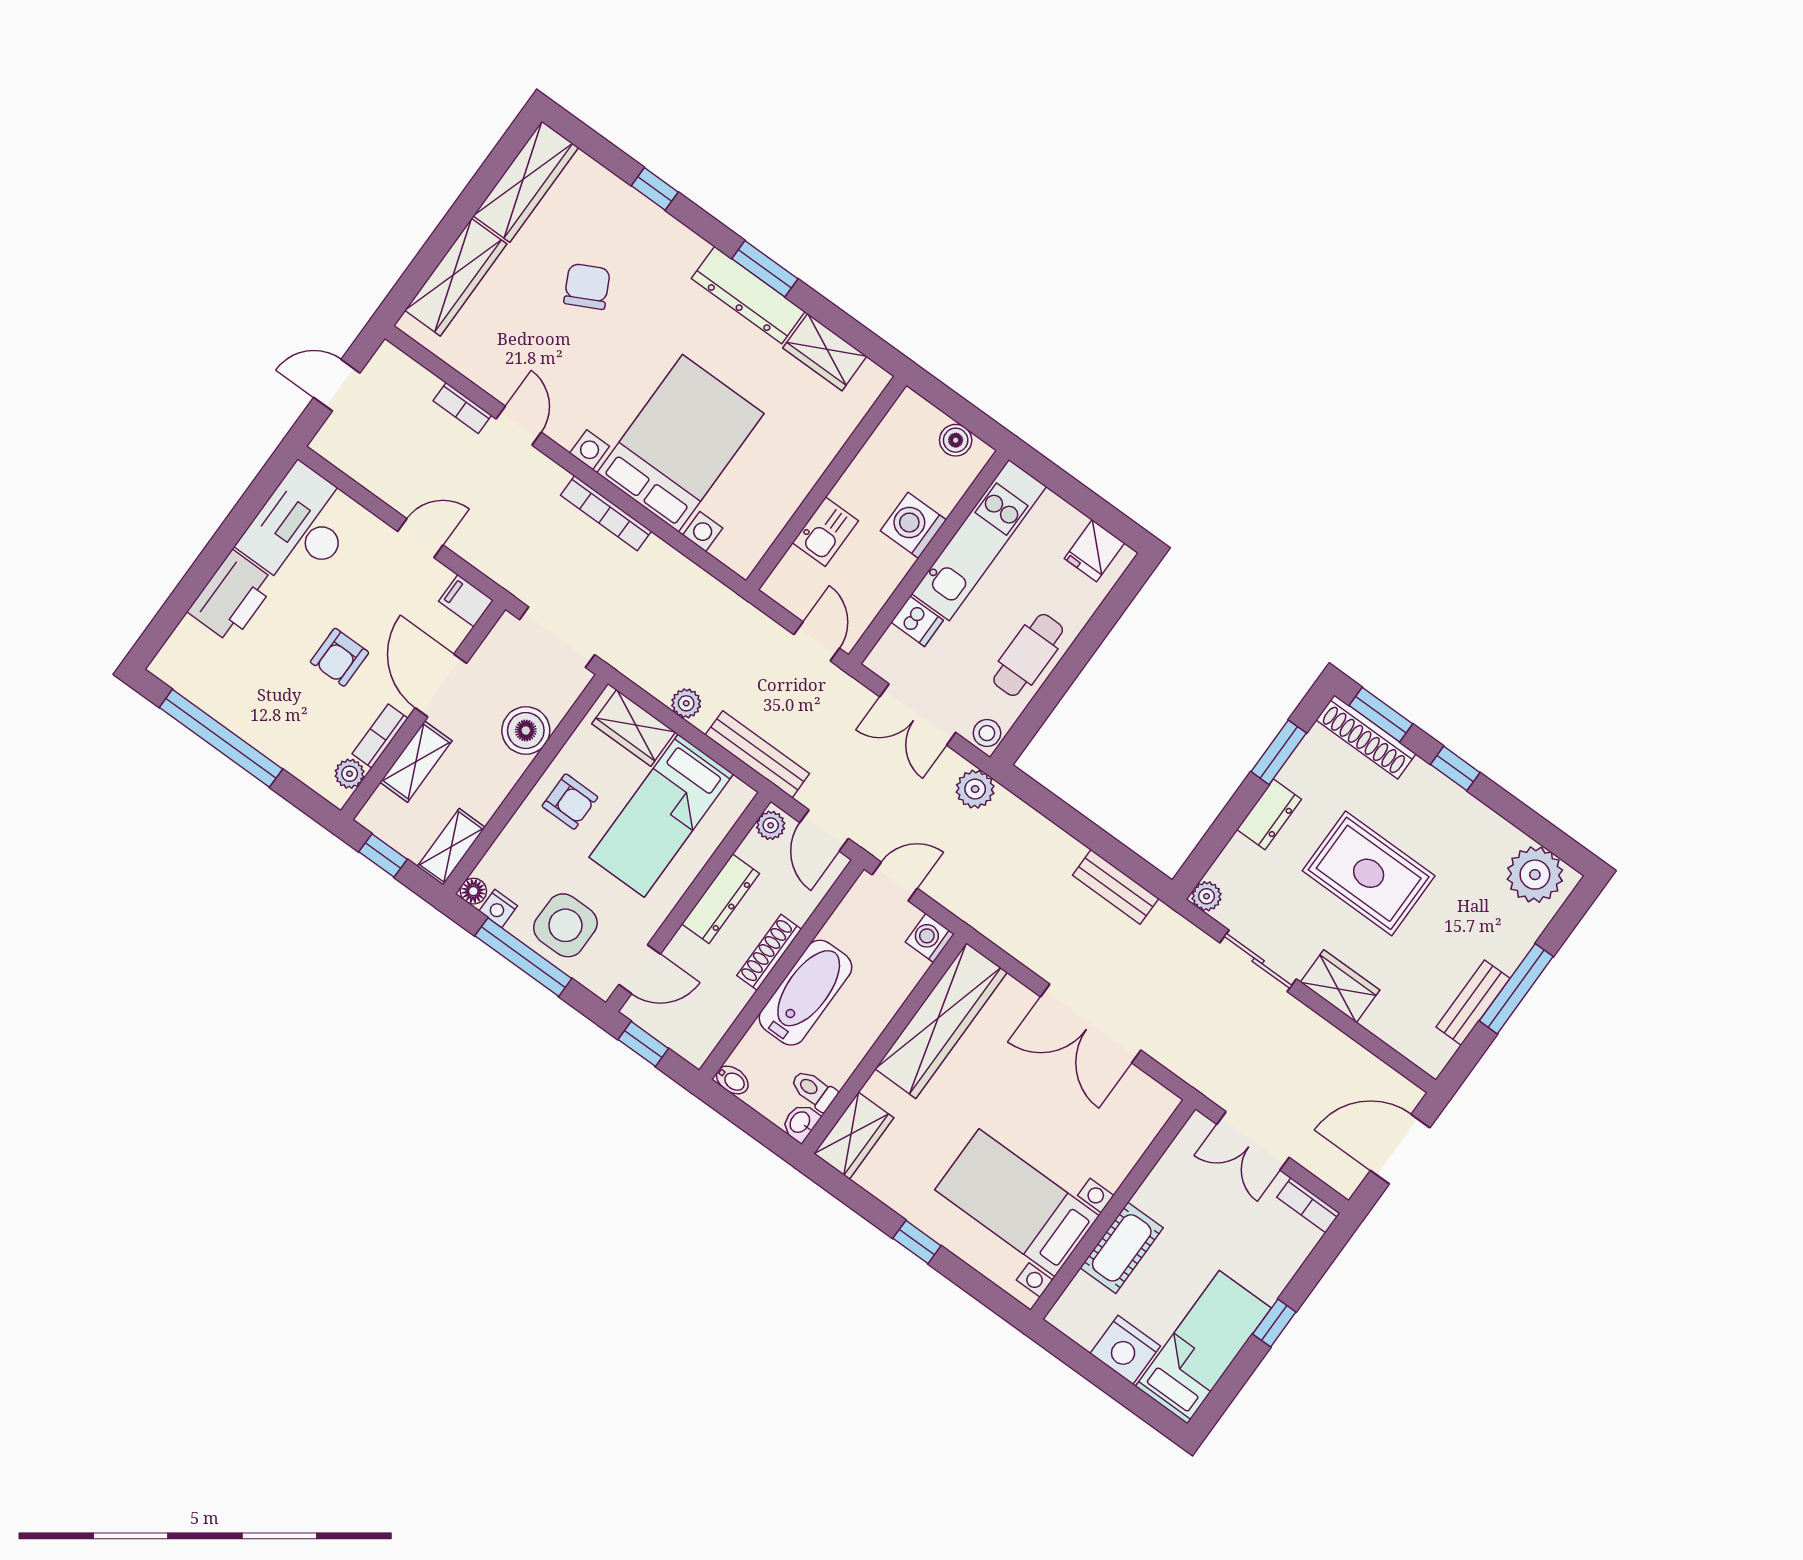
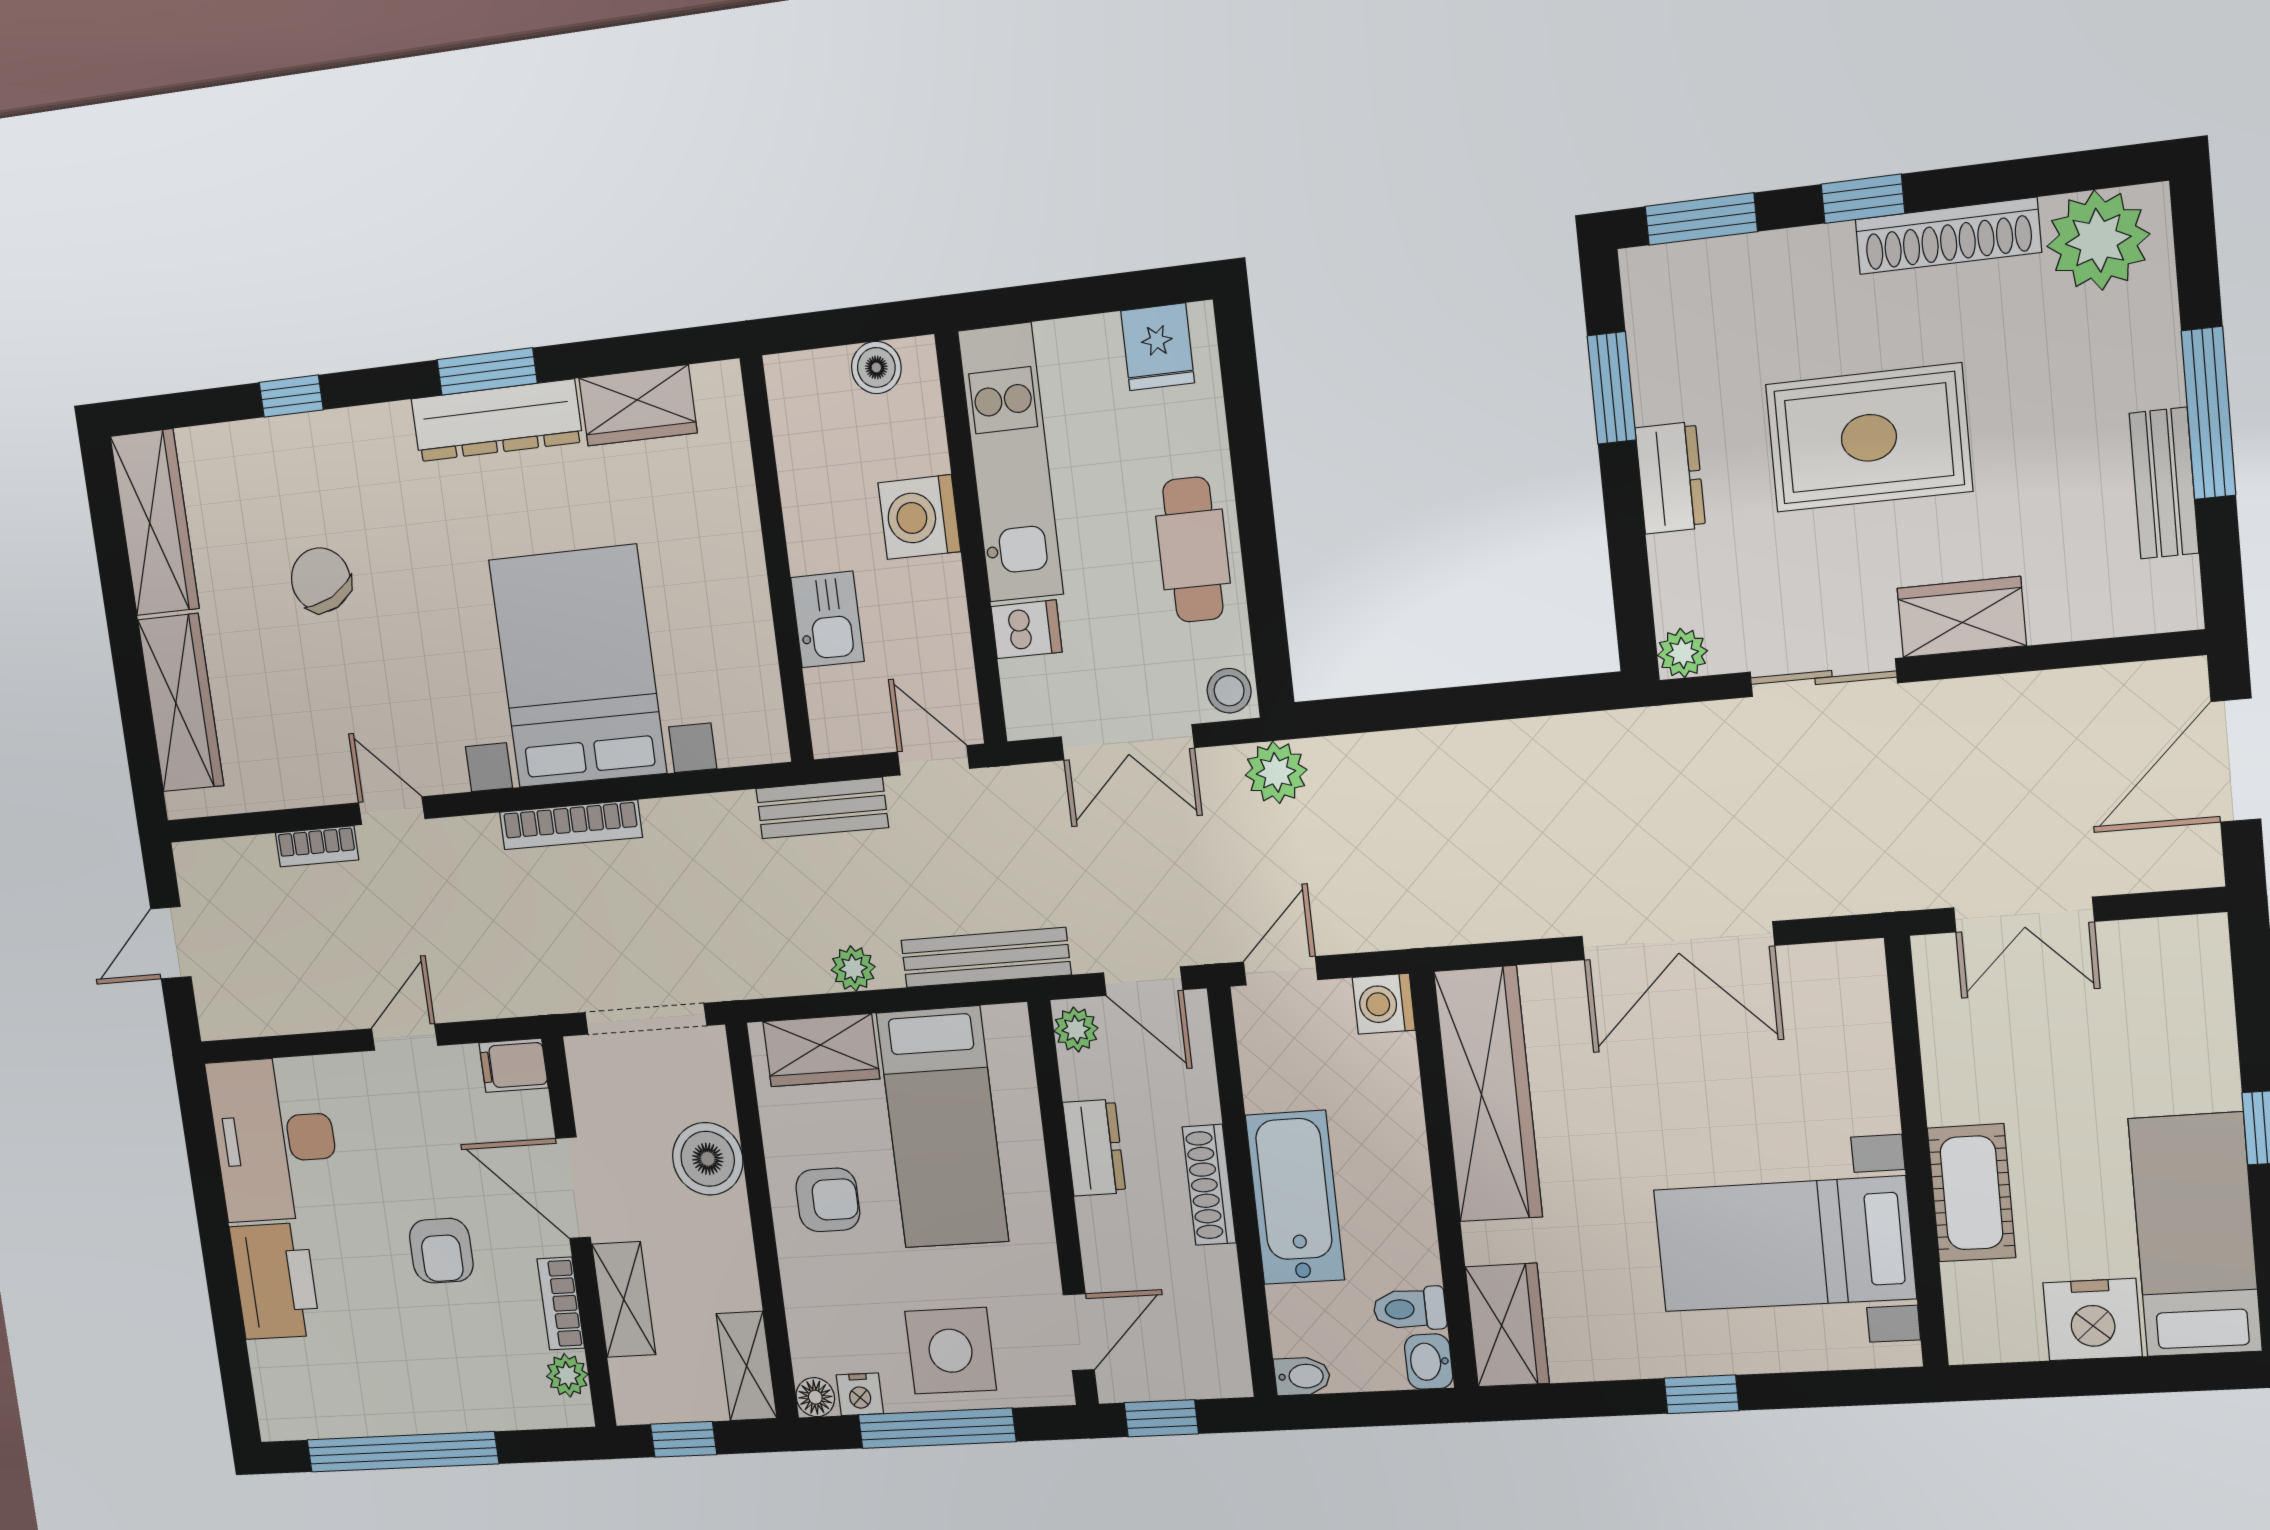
shoe rack: (1366, 737) -> (1948, 236), moved
bench: (1116, 887) -> (822, 808), moved
dresser: (721, 899) -> (1094, 1148), width x0.70
bookcase: (1308, 1205) -> (2174, 937), removed

